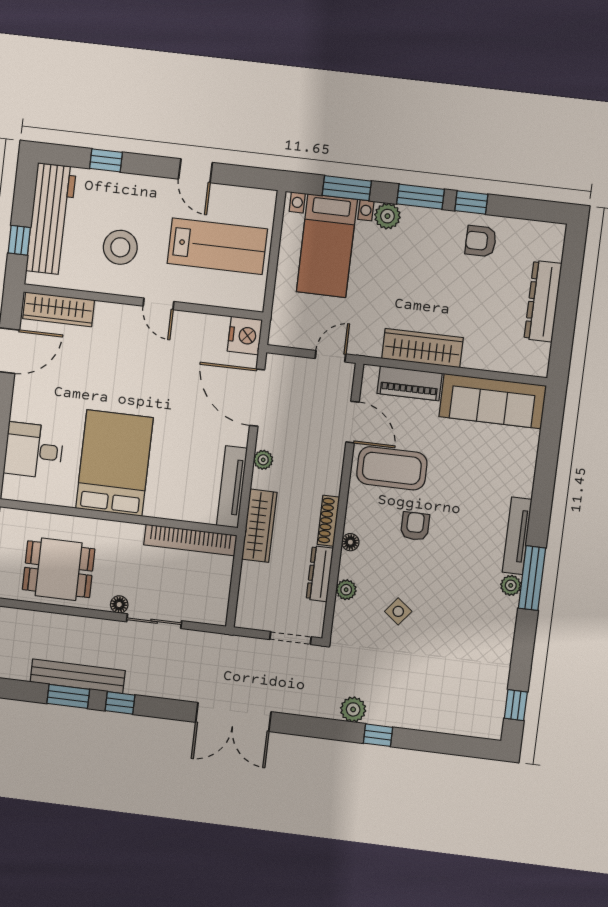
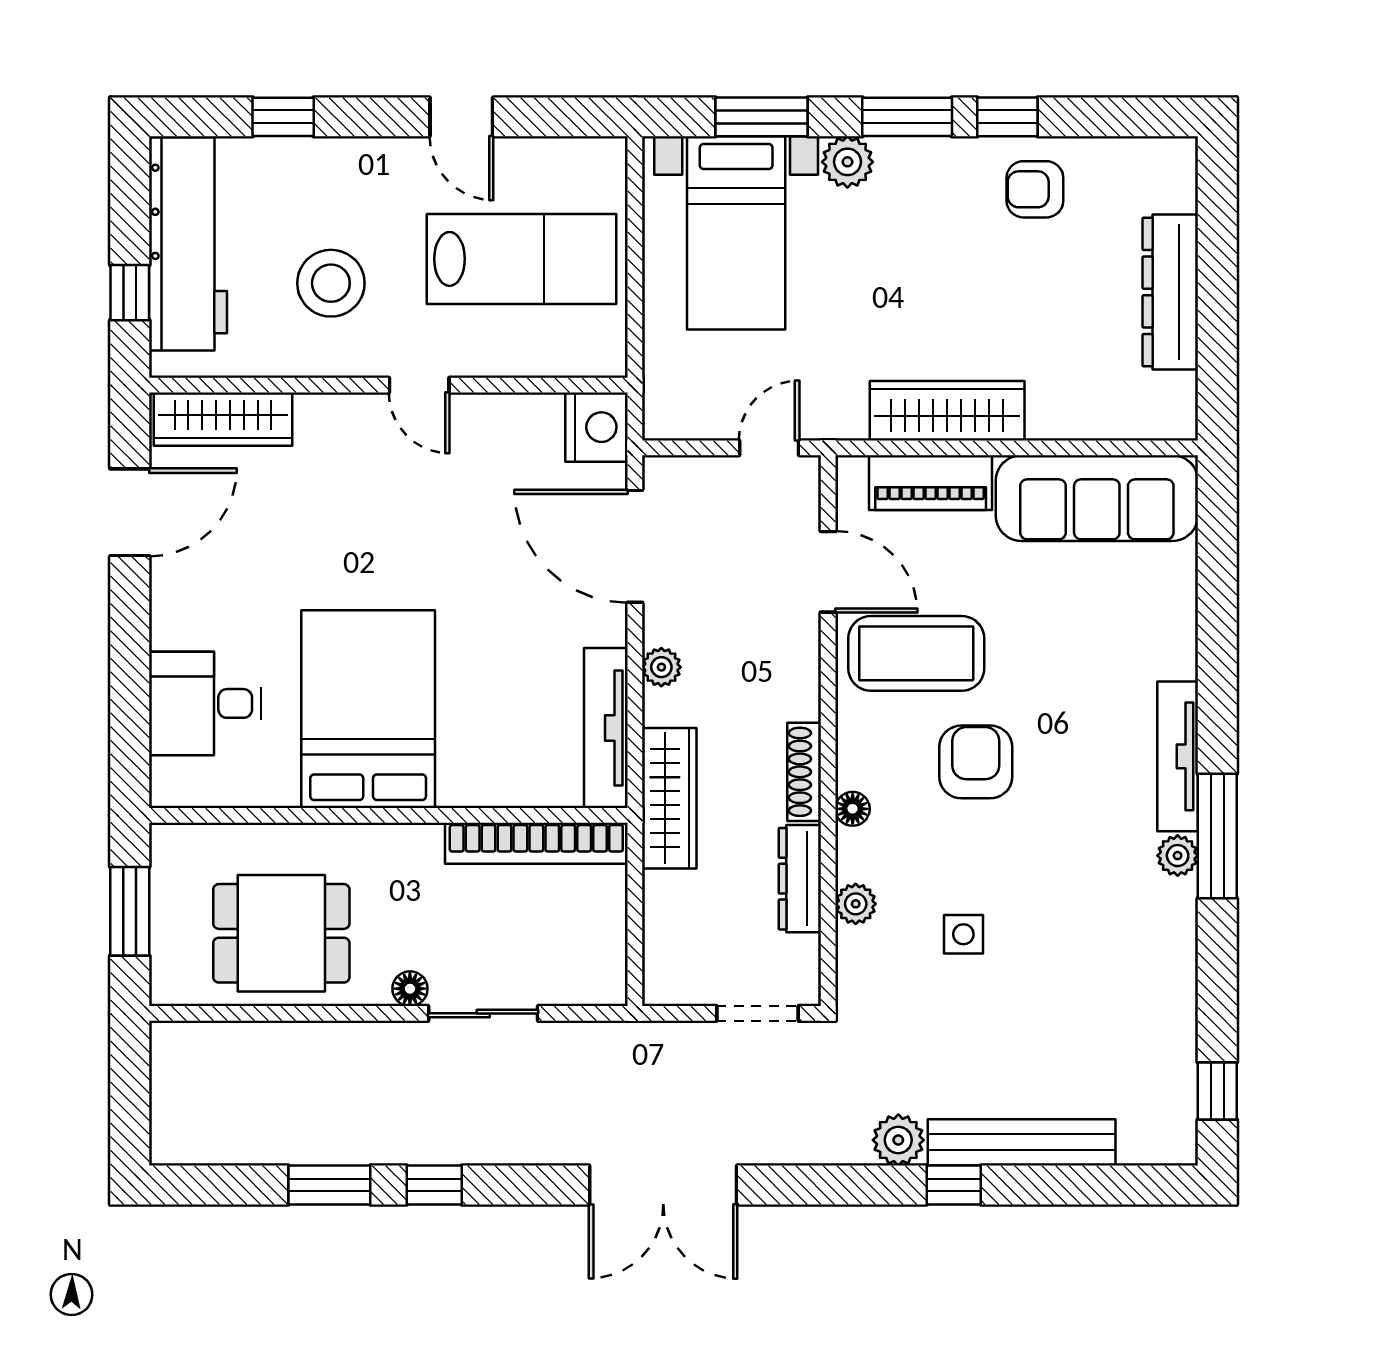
armchair: (415, 526) -> (976, 762), width x1.38, depth x1.38
side table: (398, 611) -> (963, 934), turned -38
bench: (78, 676) -> (1022, 1142), moved

